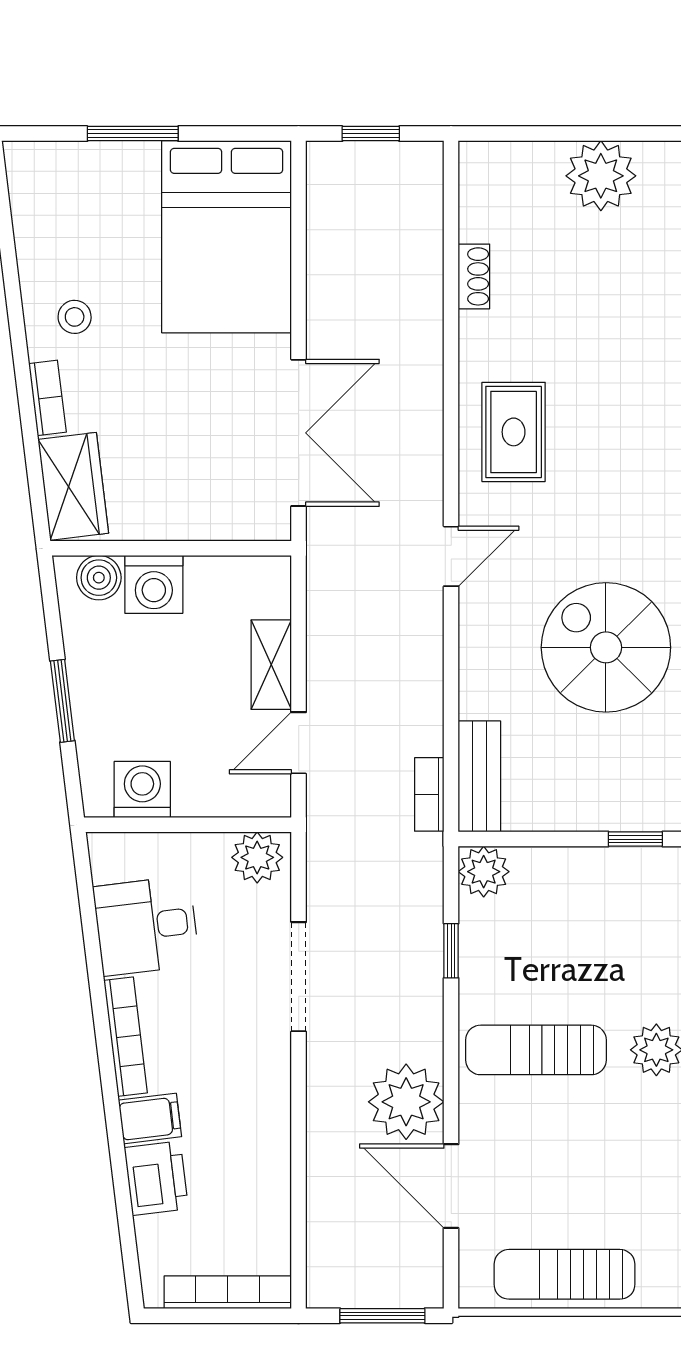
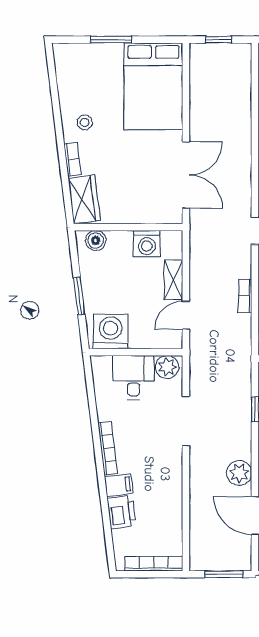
washing machine: (154, 584) -> (147, 243), moved
washing machine: (142, 790) -> (111, 332), width x1.37, depth x1.37
bookcase: (429, 794) -> (245, 296), moved
desk: (146, 926) -> (133, 377), moved, turned 97
plant: (406, 1102) -> (239, 473), width x0.73, depth x0.73

